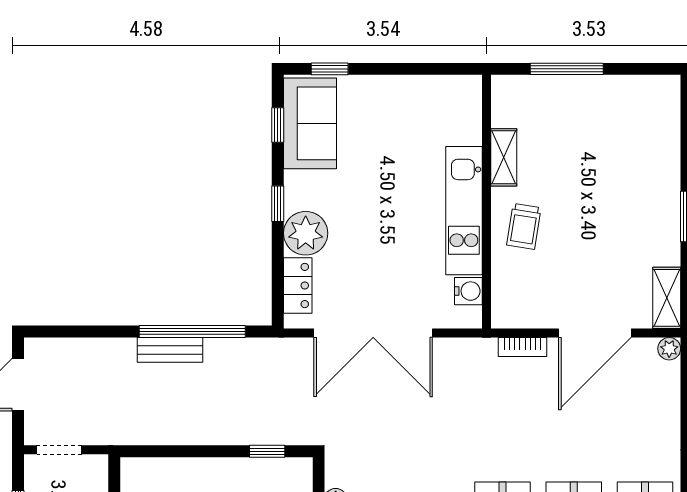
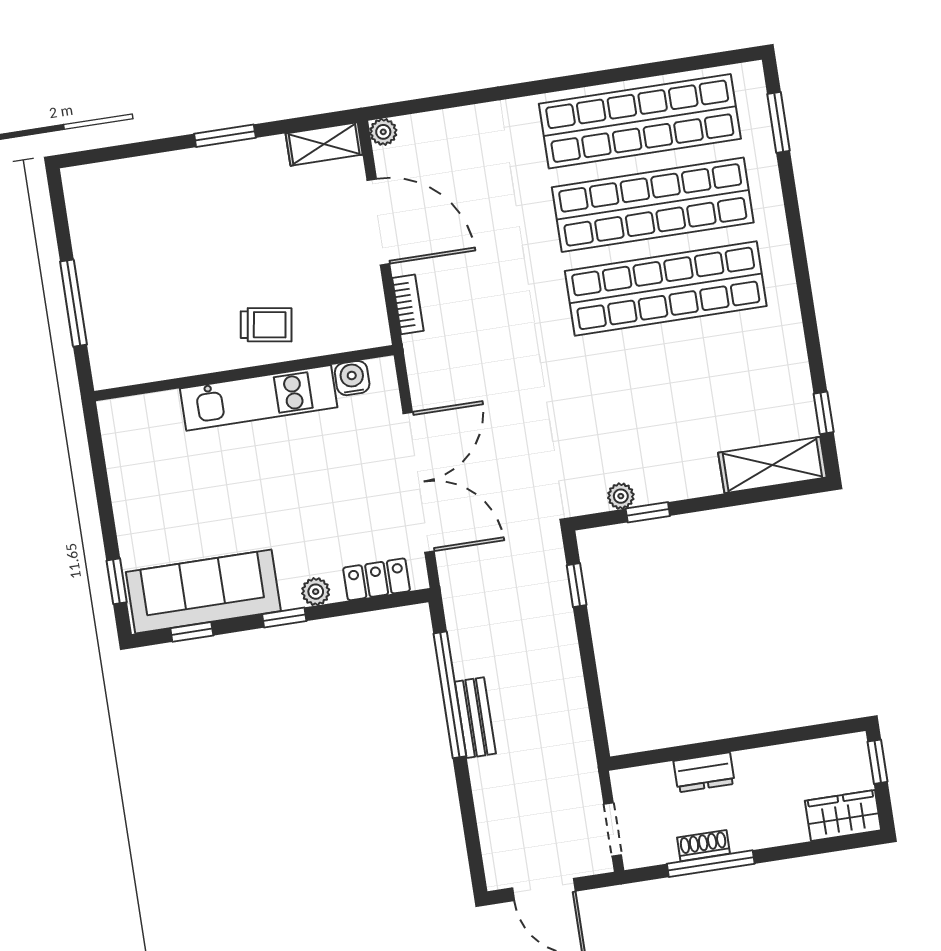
sofa: (310, 123) -> (203, 591), width x1.36
shelving: (504, 157) -> (189, 361), removed
plant: (306, 233) -> (316, 592), width x0.53, depth x0.53

